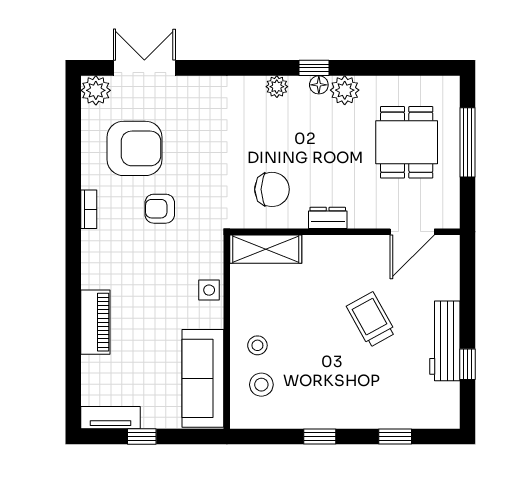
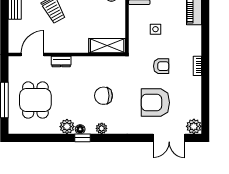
armchair: (134, 148) -> (155, 103), moved
chair: (272, 189) -> (103, 96), moved
dresser: (328, 218) -> (61, 62), moved
side table: (209, 290) -> (155, 29), moved

